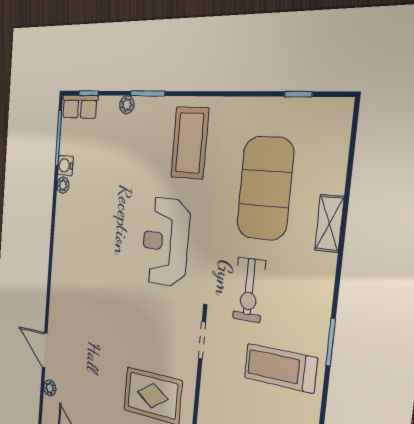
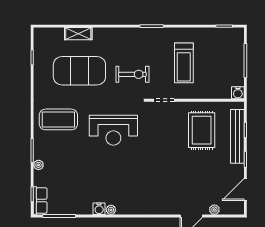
water cooler: (65, 166) -> (99, 209), moved
plant: (63, 185) -> (111, 210), moved
shelving: (329, 223) -> (78, 34), moved
treadmill: (280, 368) -> (184, 63), moved

